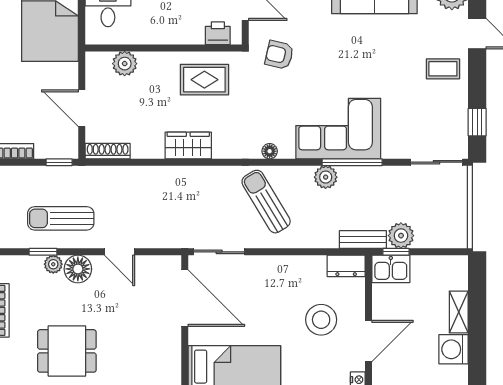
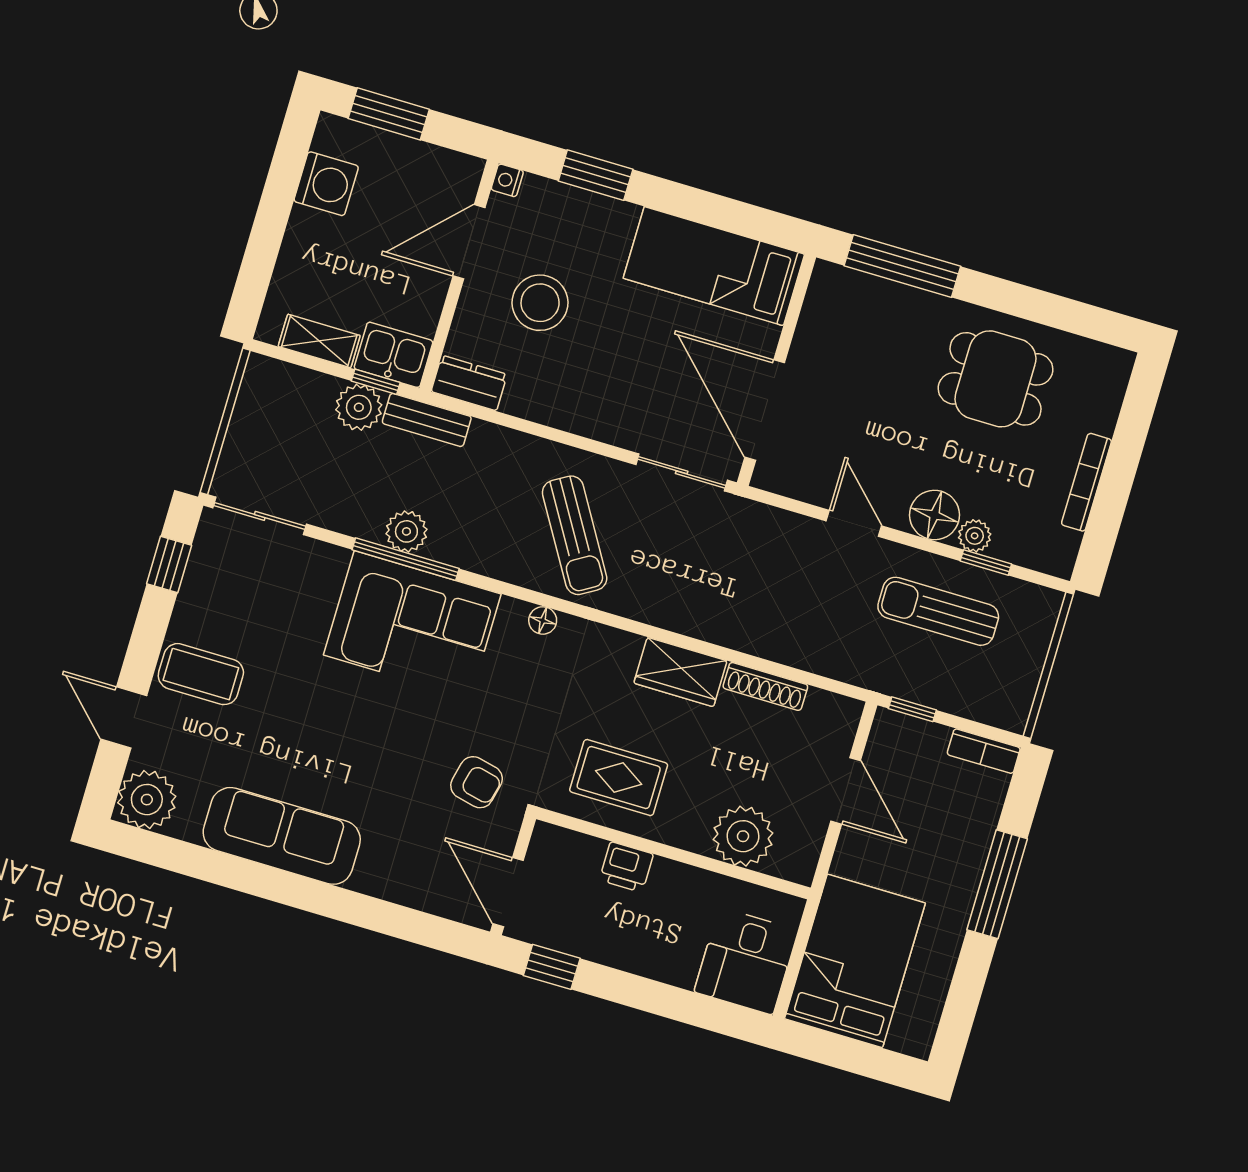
printer: (218, 33) -> (626, 867), moved
plant: (125, 64) -> (743, 836), width x1.36, depth x1.36
coffee table: (443, 69) -> (201, 674), width x1.36, depth x1.30
shoe rack: (108, 151) -> (765, 686), moved
plant: (326, 177) -> (406, 531), moved
sun lounger: (61, 218) -> (938, 611), turned 180
shelving: (459, 312) -> (319, 341), moved, turned 90

